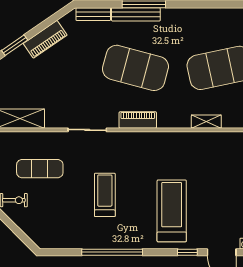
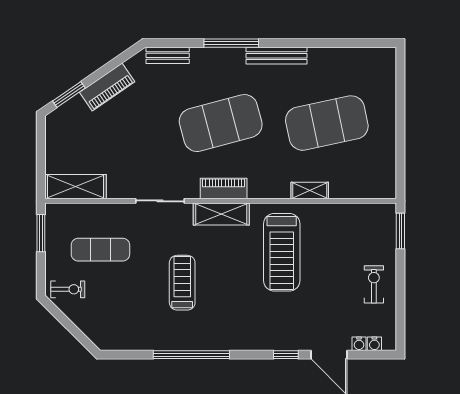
bench: (136, 14) -> (277, 56), moved
exercise mat: (135, 68) -> (221, 123), turned -30
shelving: (136, 140) -> (221, 214), added
treadmill: (172, 211) -> (282, 252), moved, turned 180

